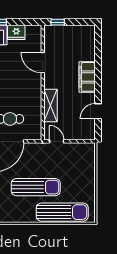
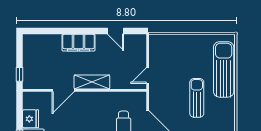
shelving: (51, 106) -> (92, 82), moved
sun lounger: (36, 187) -> (197, 98), width x0.73, depth x0.75

